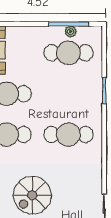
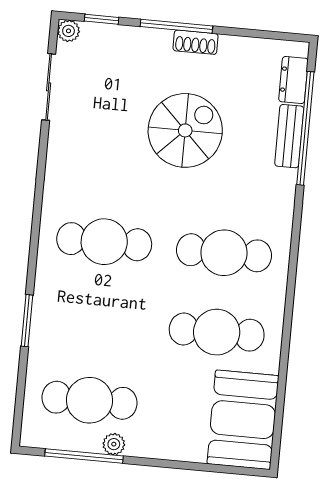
plant: (71, 31) -> (114, 444), moved

